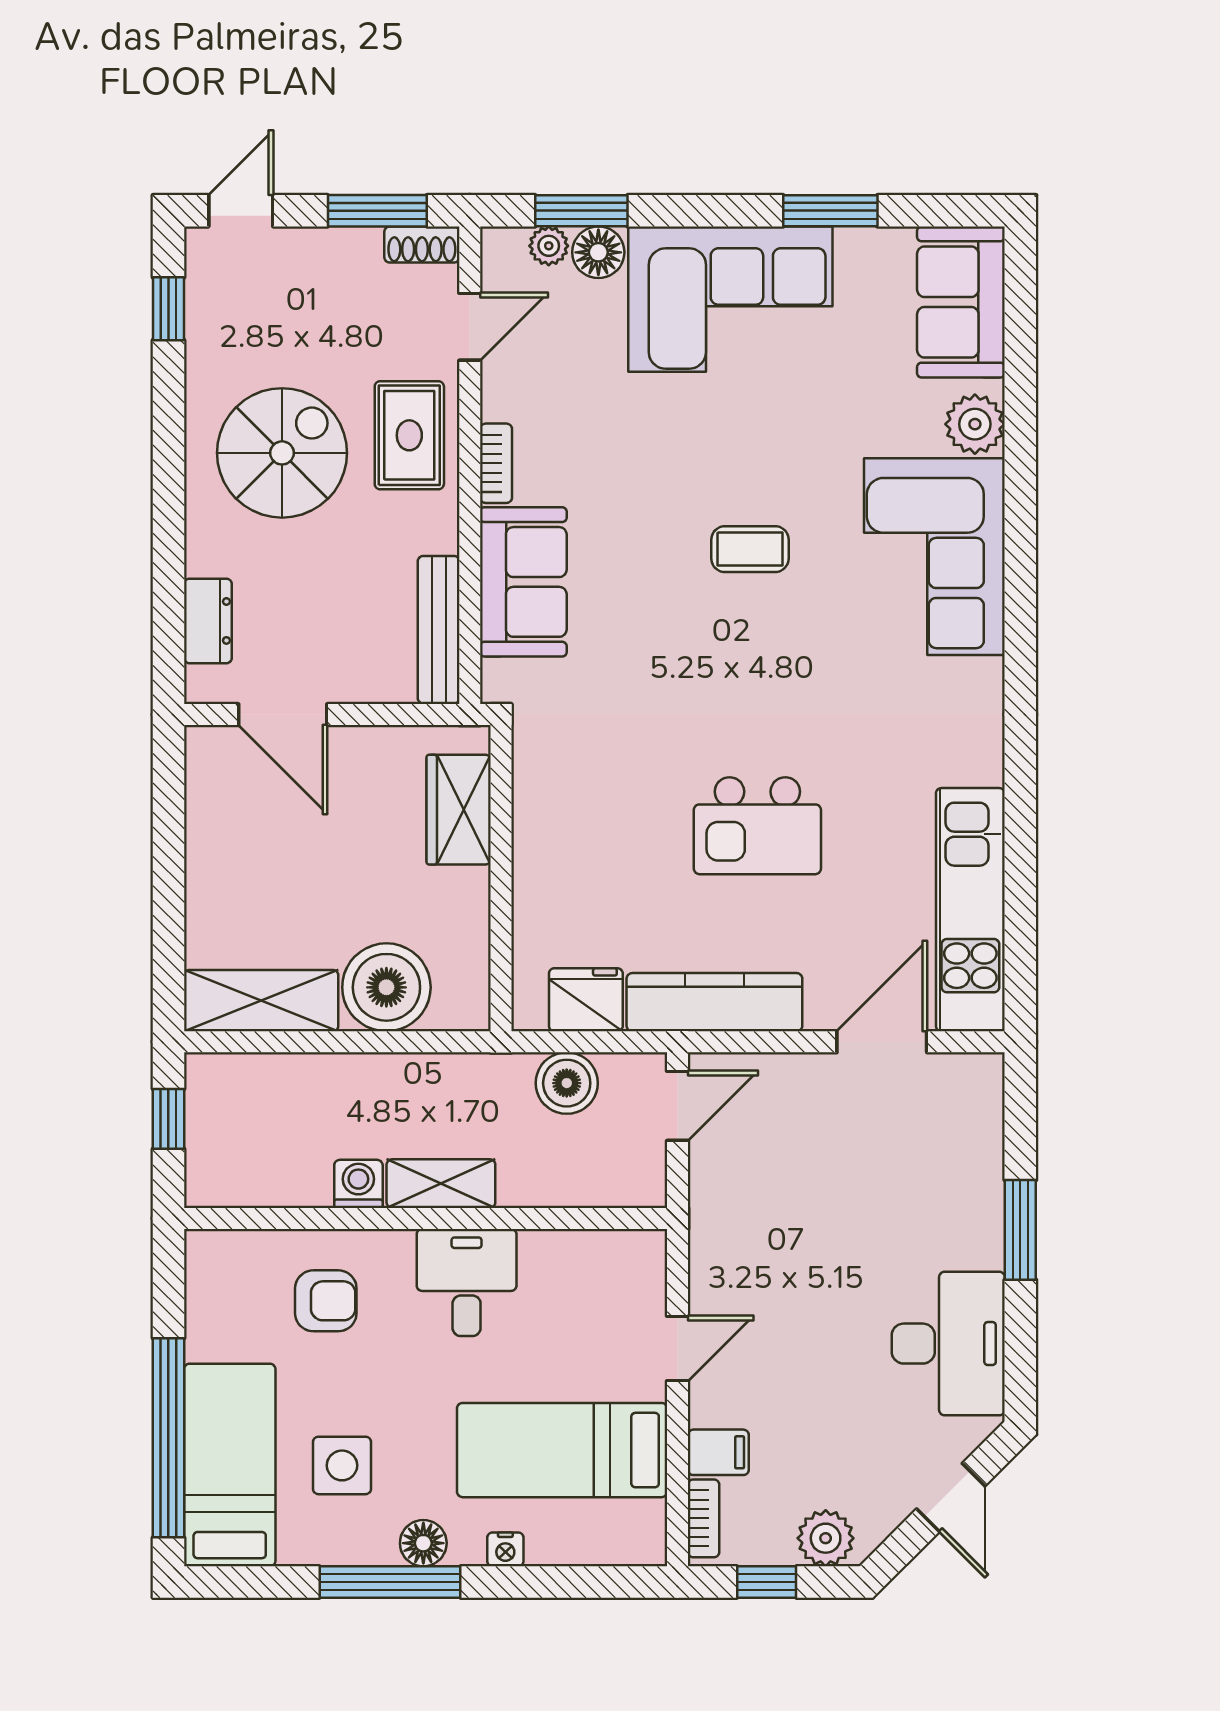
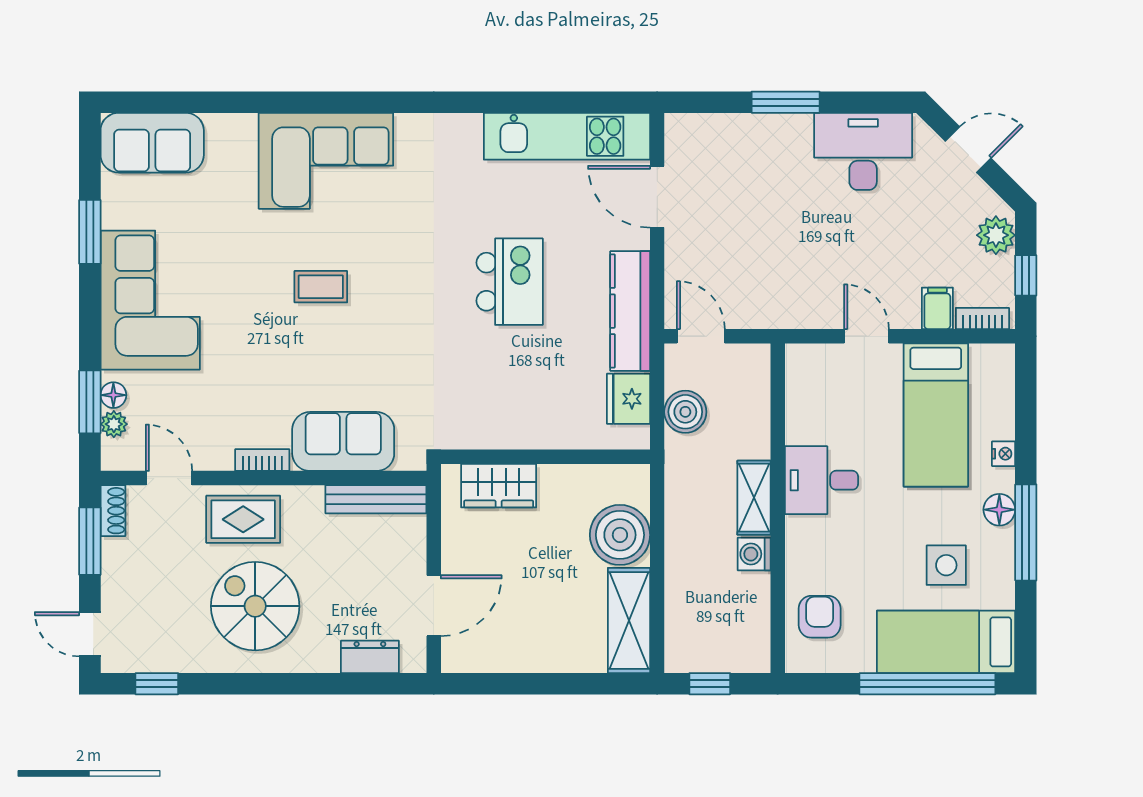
floor lamp: (598, 252) -> (113, 395), width x0.73, depth x0.73
plant: (975, 424) -> (236, 133), removed
coffee table: (750, 549) -> (321, 287), turned 90
armchair: (326, 1301) -> (820, 617), moved

